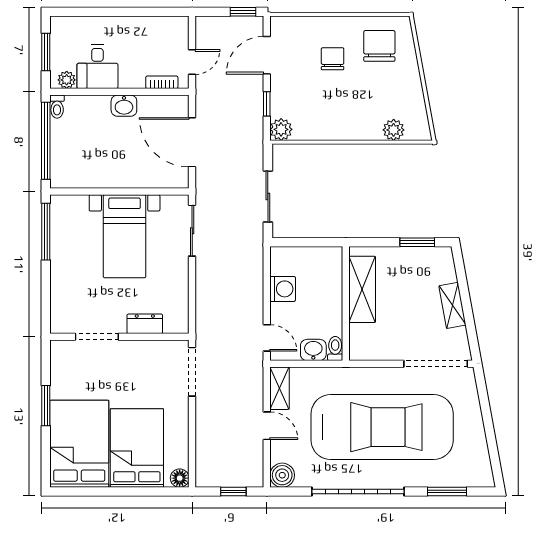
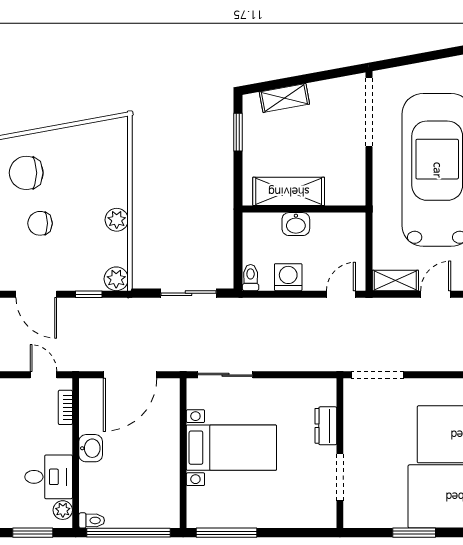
plant: (394, 130) -> (117, 220), moved
shelving: (452, 305) -> (284, 98), moved
toilet: (335, 349) -> (251, 278), moved, turned 90
washbasin: (313, 350) -> (296, 224), moved, turned -90

